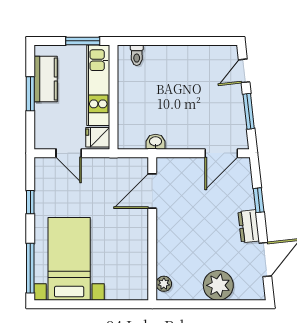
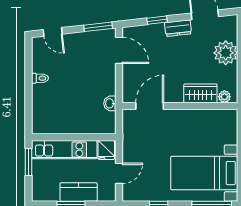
toilet: (137, 55) -> (40, 78), moved
kitchen counter: (46, 79) -> (79, 192), moved
window: (249, 111) -> (98, 27), moved
door: (152, 191) -> (150, 106), swing flipped
wardrobe: (168, 254) -> (200, 93), added

